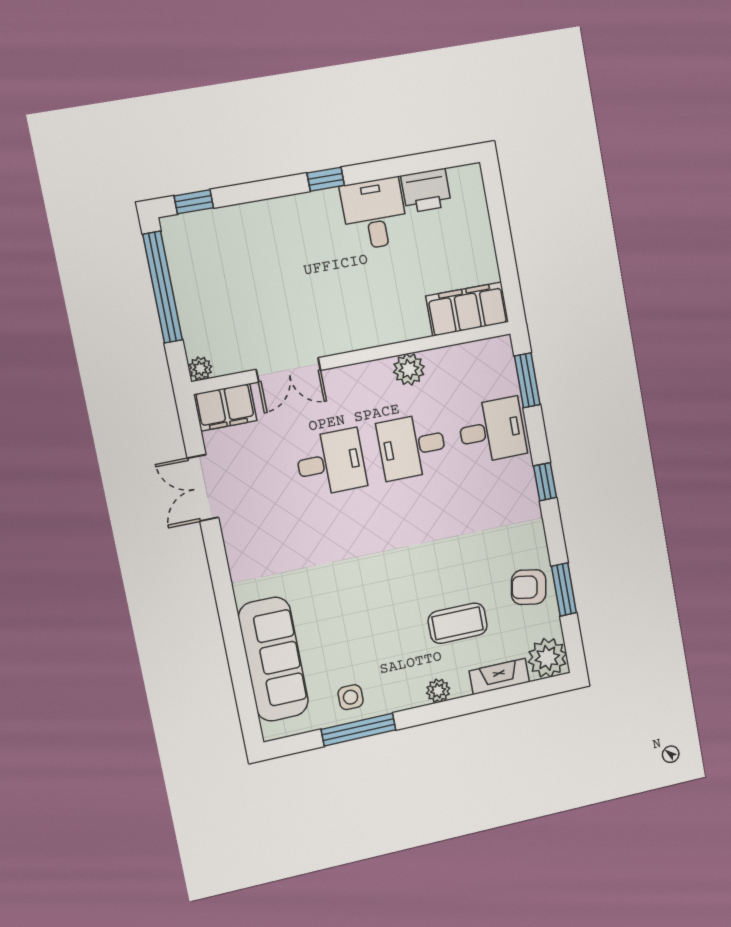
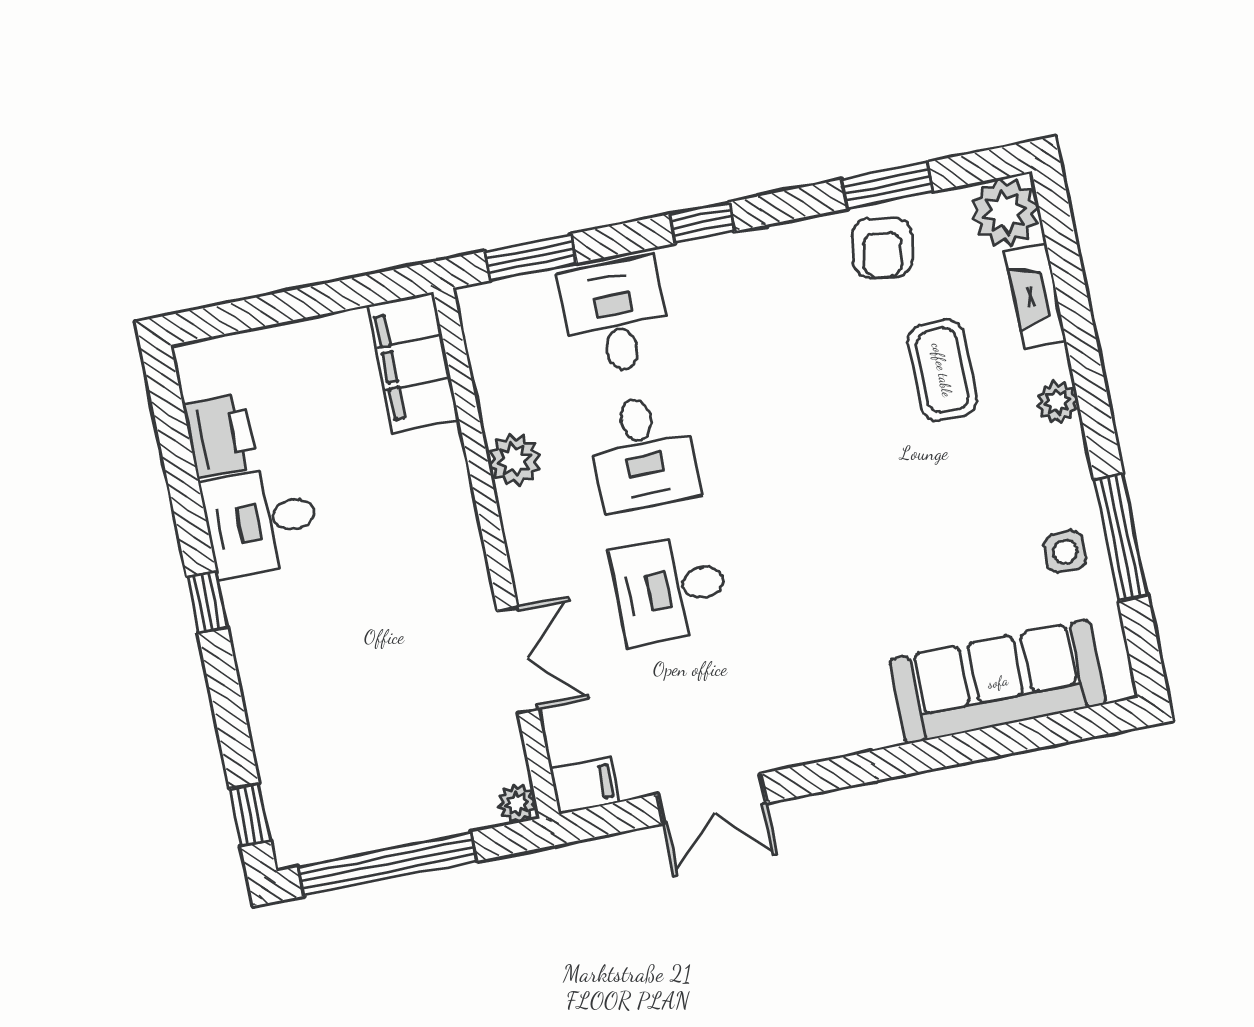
filing cabinet: (225, 407) -> (585, 786), width x0.50
desk: (331, 463) -> (670, 589), turned -90

